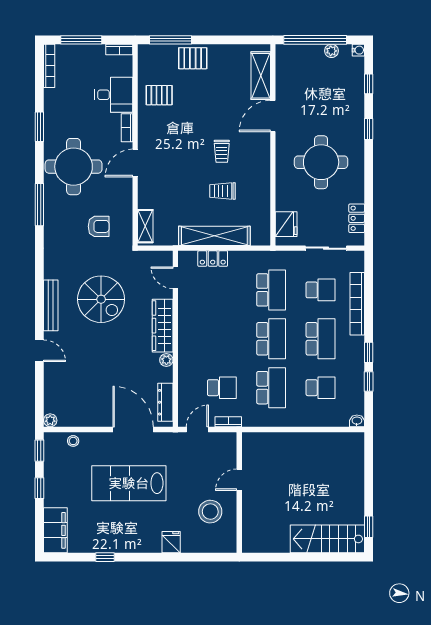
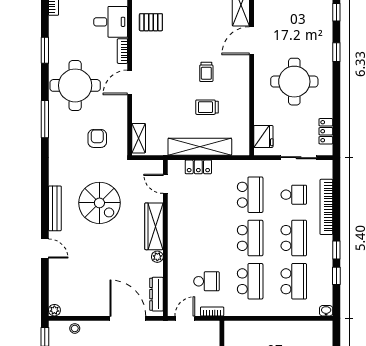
armchair: (99, 226) -> (97, 138), turned -90
school desk: (321, 388) -> (294, 281), width x1.85

